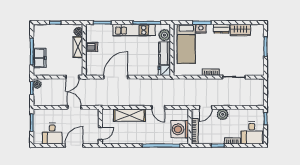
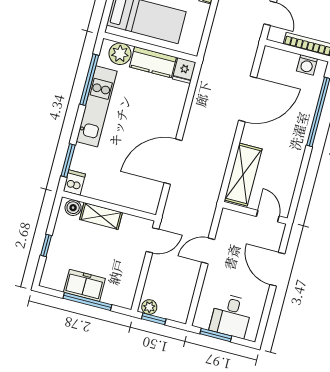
dishwasher: (92, 47) -> (74, 182), moved
freezer: (40, 58) -> (84, 285), moved
door: (72, 77) -> (153, 240), hinge flipped
door: (116, 77) -> (173, 162), hinge flipped
door: (158, 107) -> (248, 99), width x1.87
shelving: (129, 115) -> (243, 175), moved
washing machine: (180, 129) -> (307, 65), width x0.53, depth x0.53
desk: (52, 134) -> (231, 316), moved, turned 90

